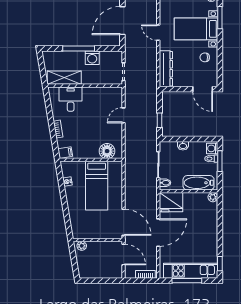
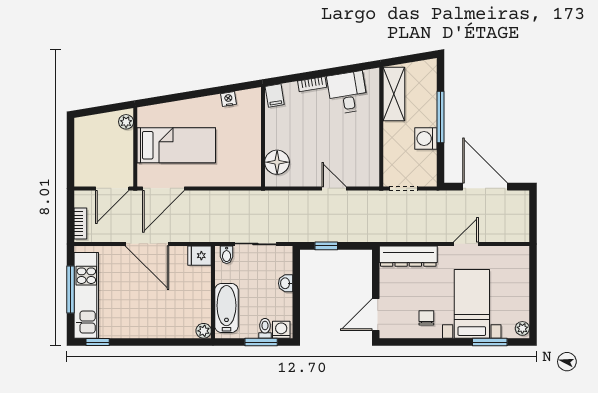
desk: (71, 99) -> (347, 93), moved, turned -99
bed: (97, 186) -> (176, 145), moved, turned 180
fridge: (171, 202) -> (199, 256), width x0.53, depth x0.75

